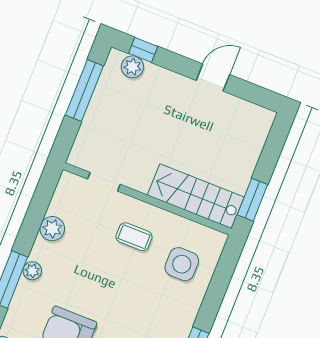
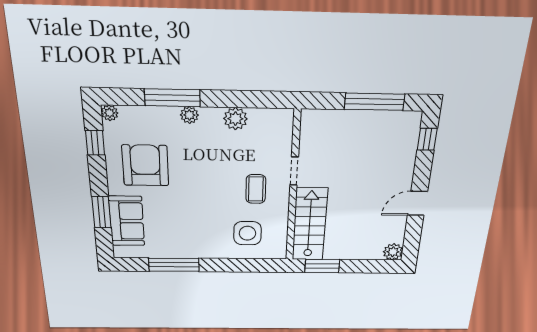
plant: (132, 67) -> (393, 252), moved
door: (213, 77) -> (417, 203), swing flipped
doorway: (104, 182) -> (294, 171), moved

